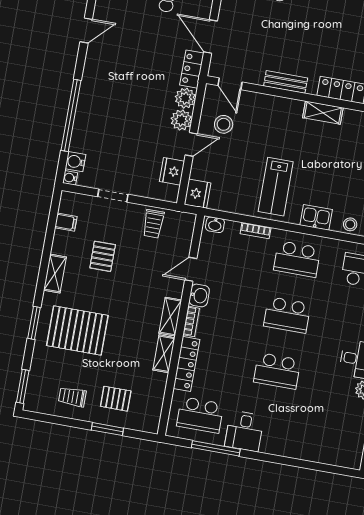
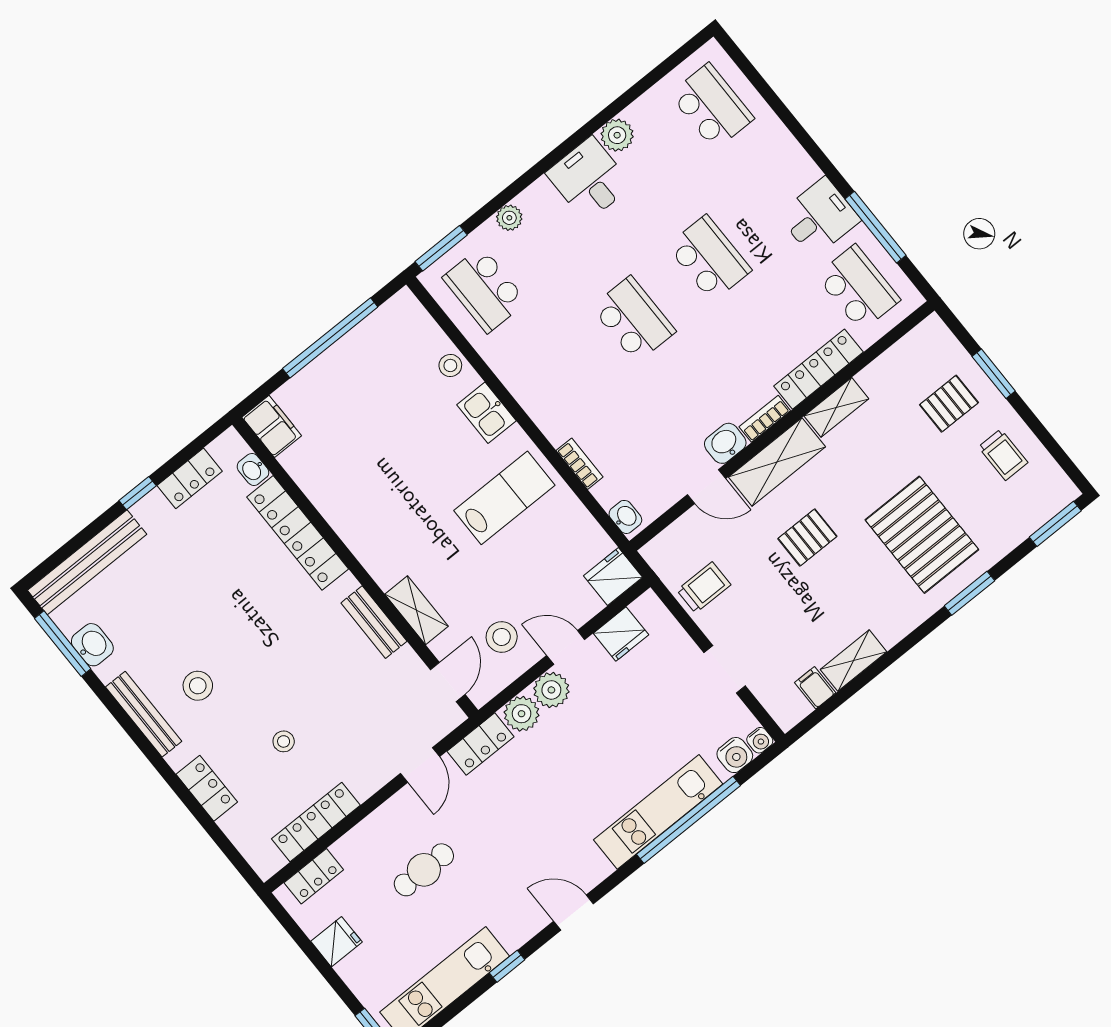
door: (210, 37) -> (420, 765), width x0.73
kitchen unit: (87, 107) -> (658, 812), added
shelving: (323, 113) -> (417, 610), moved
pallet: (103, 256) -> (807, 537), moved
school desk: (297, 259) -> (712, 106), moved
shelving: (55, 274) -> (853, 661), moved
shelving: (170, 317) -> (777, 462), width x1.50, depth x1.33
pallet: (116, 399) -> (949, 404), turned 90

